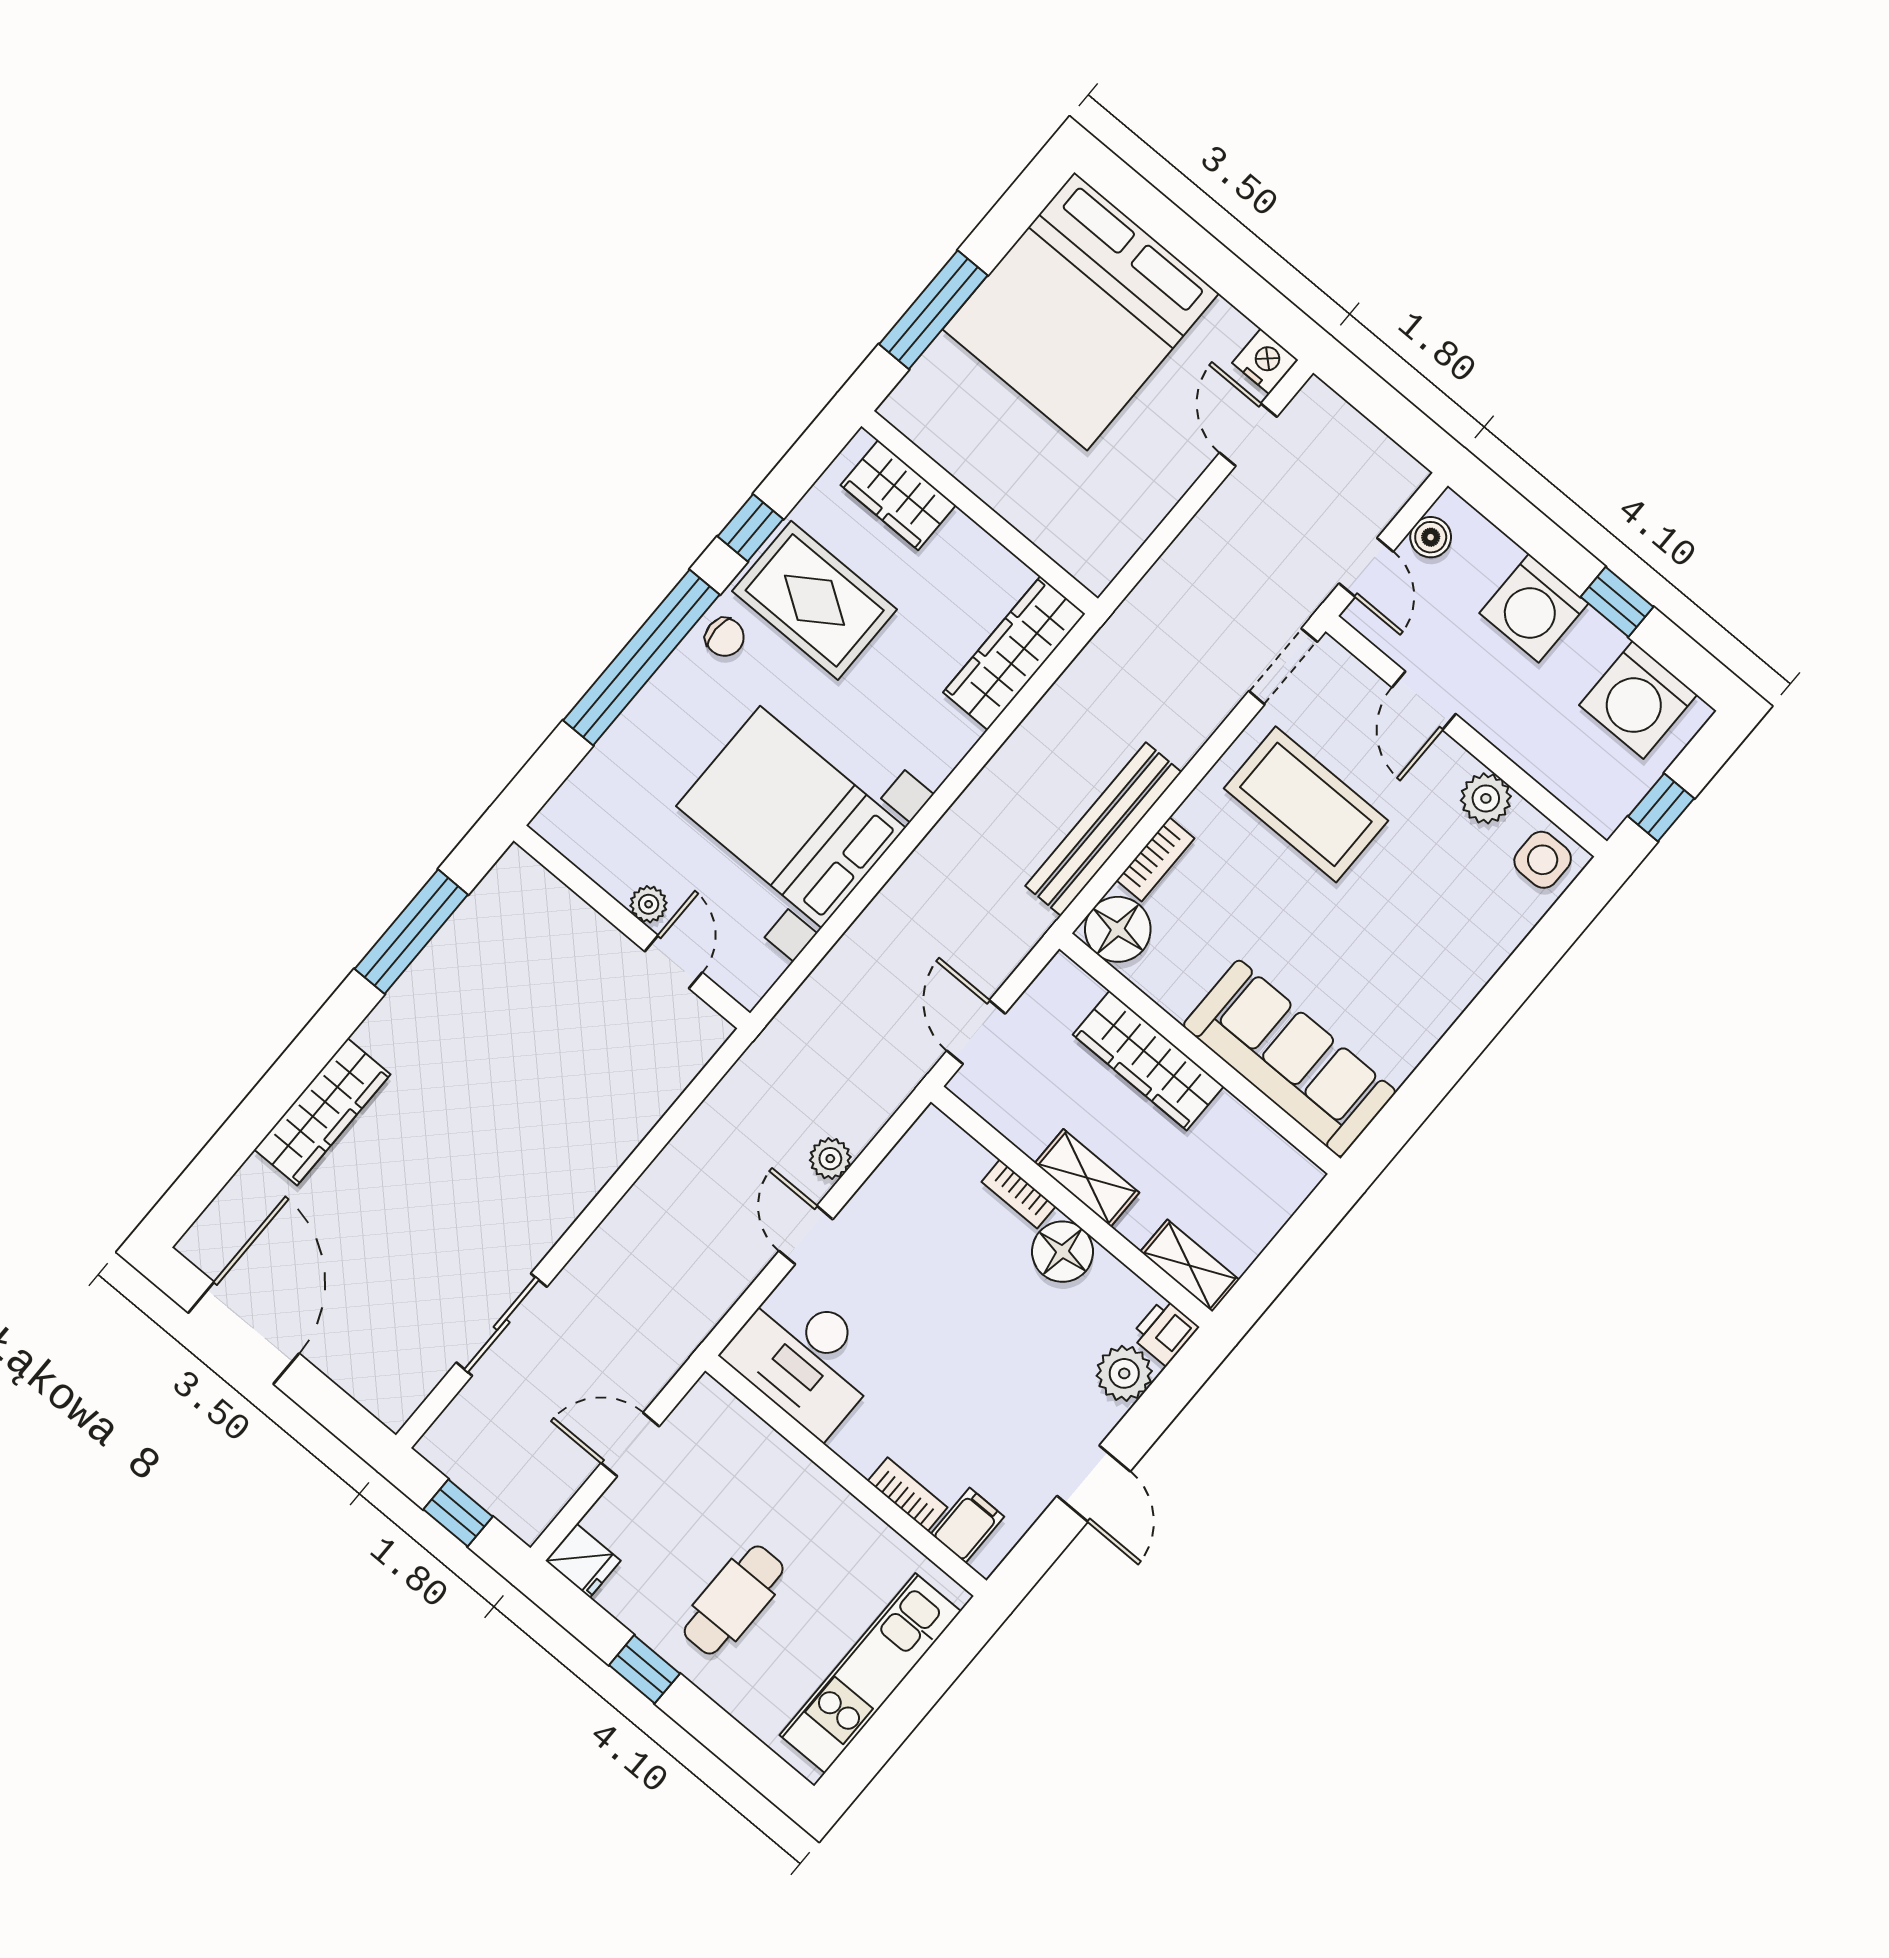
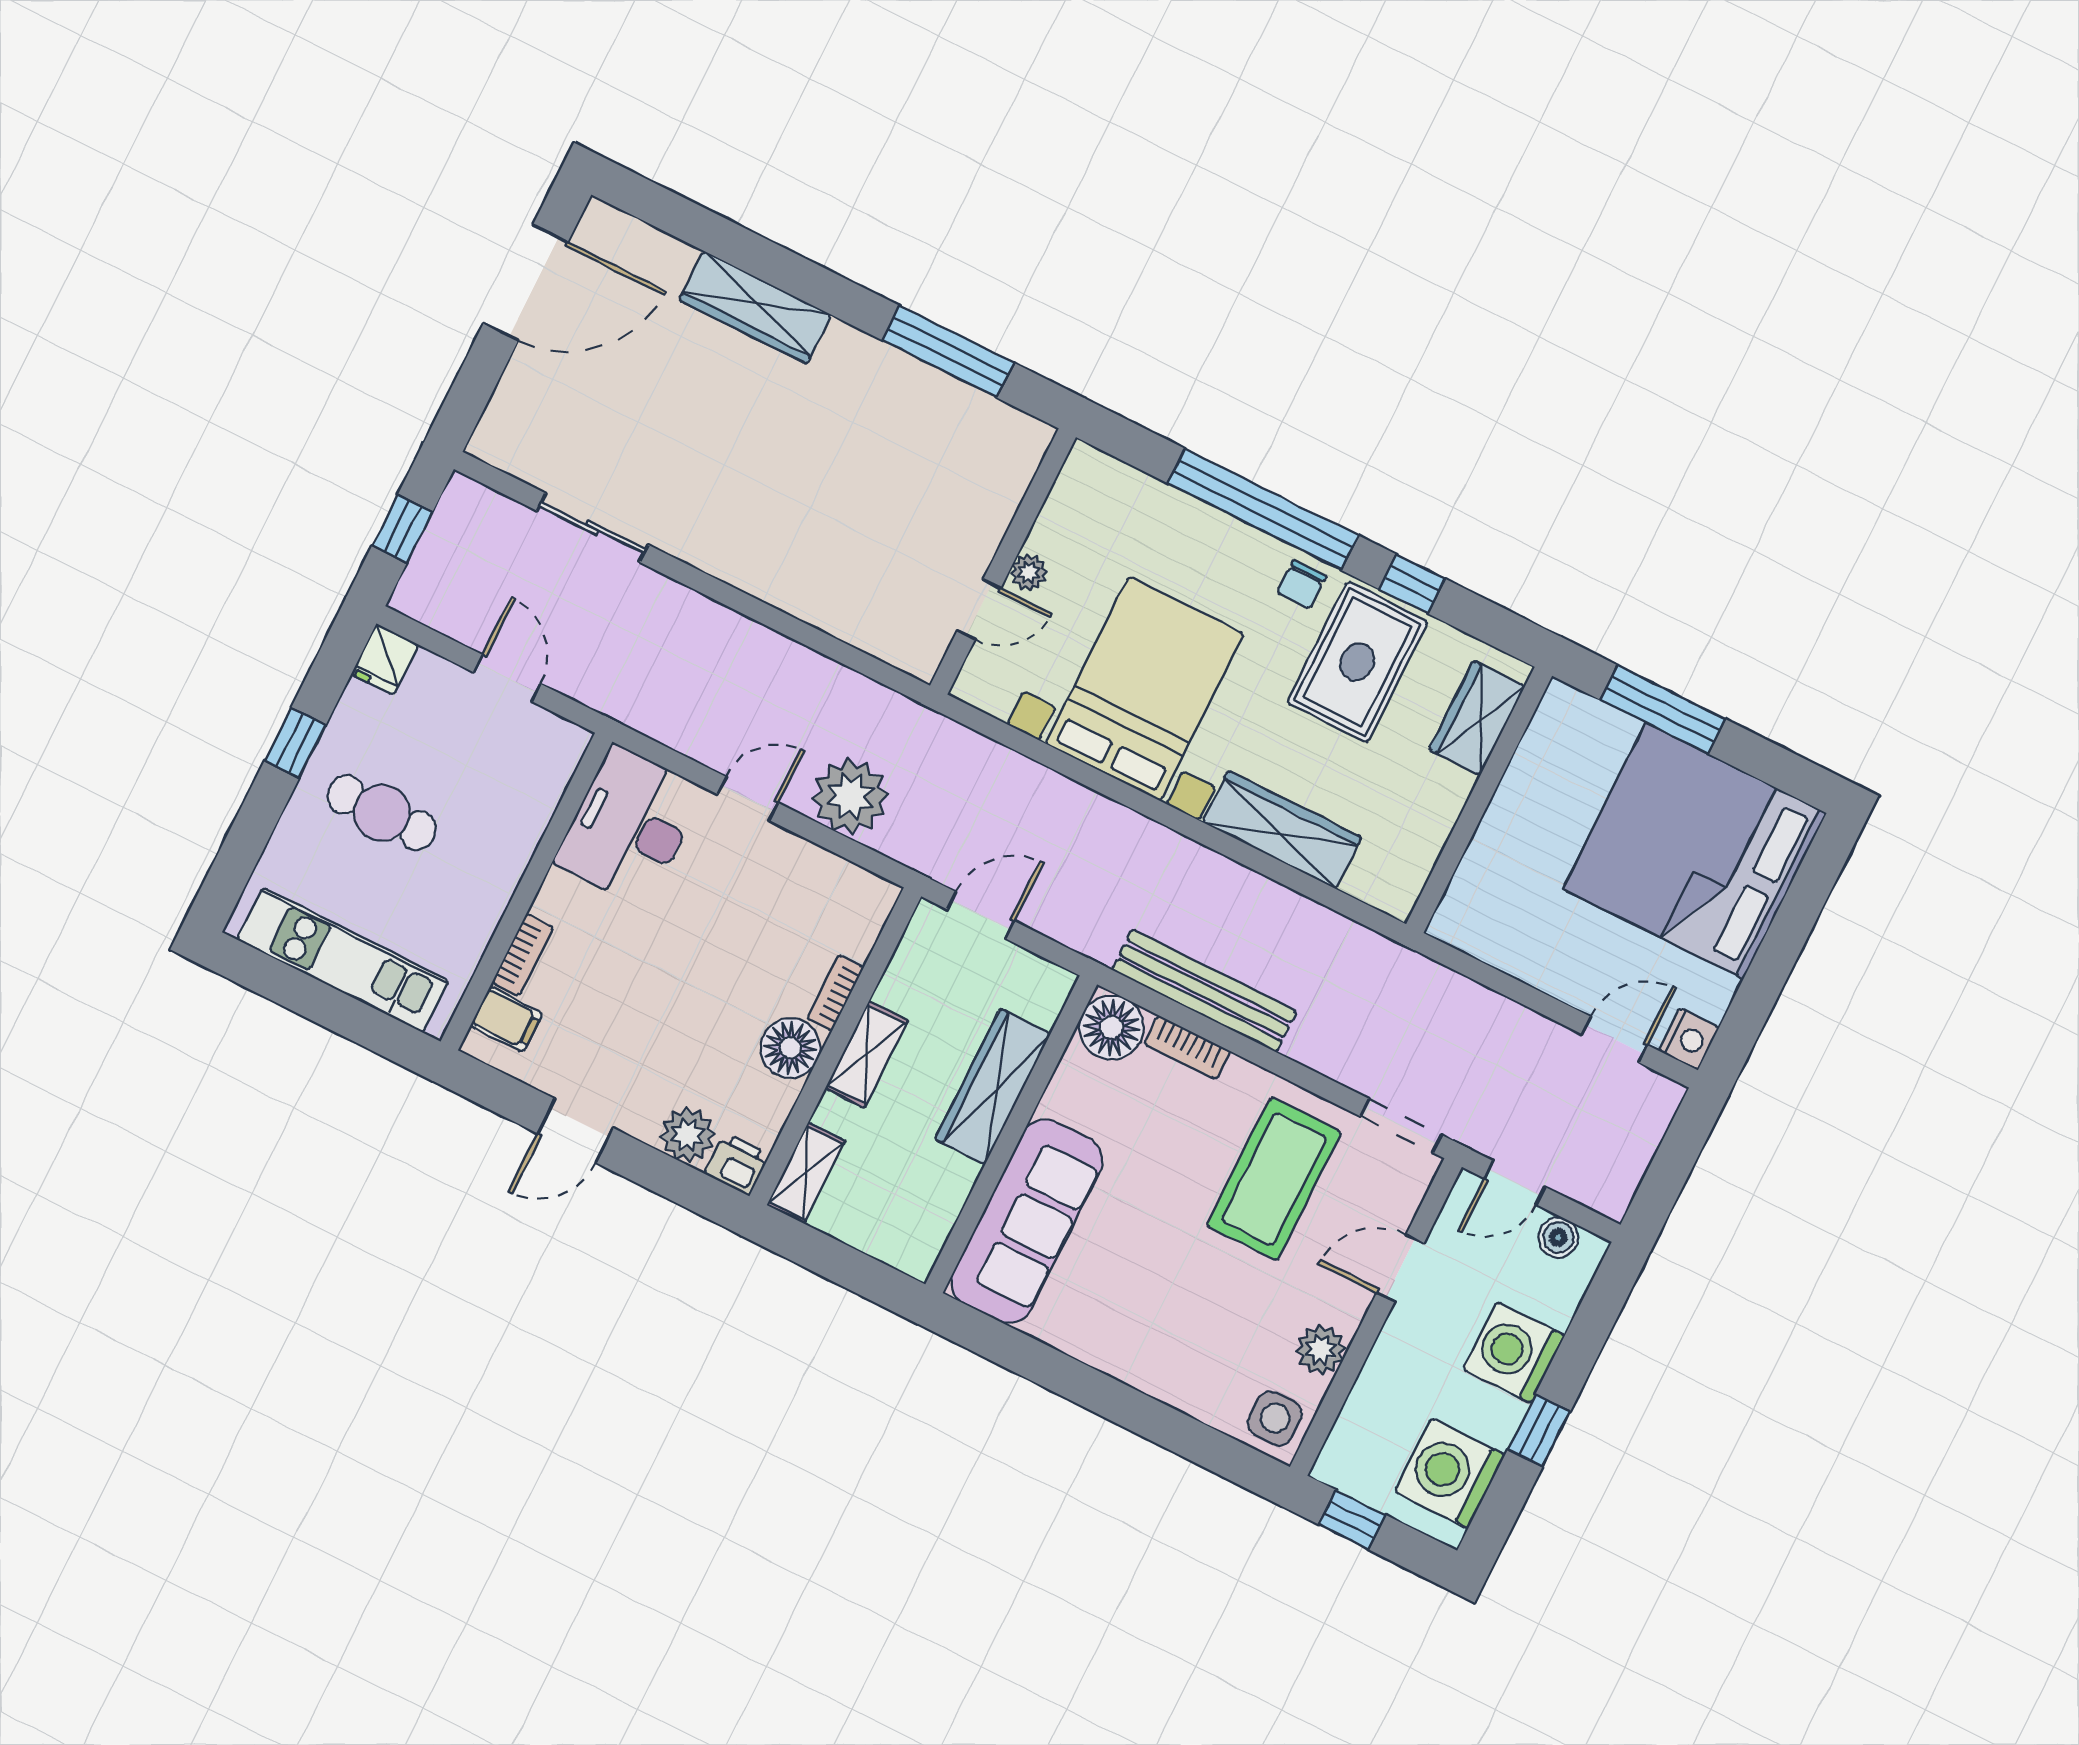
wardrobe: (1014, 653) -> (1282, 830), moved
plant: (830, 1159) -> (850, 796), width x1.88, depth x1.88

